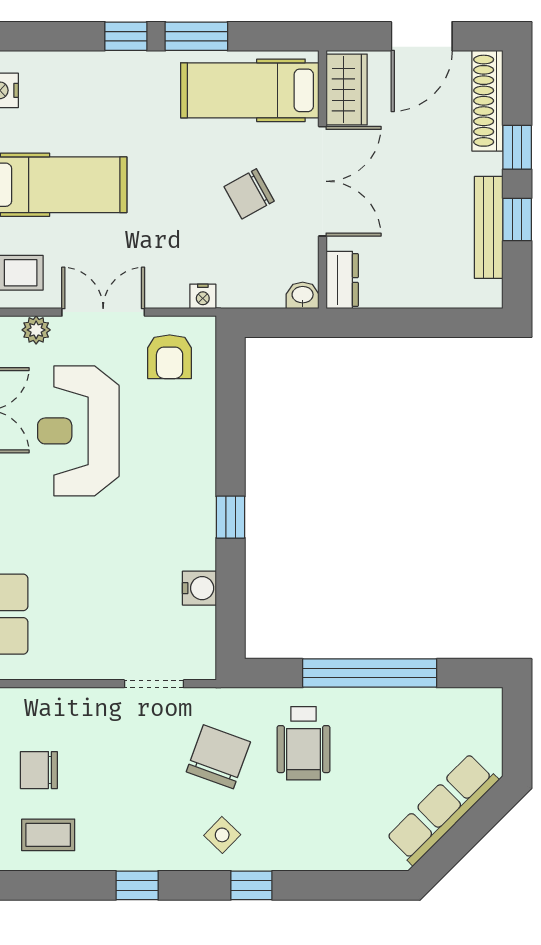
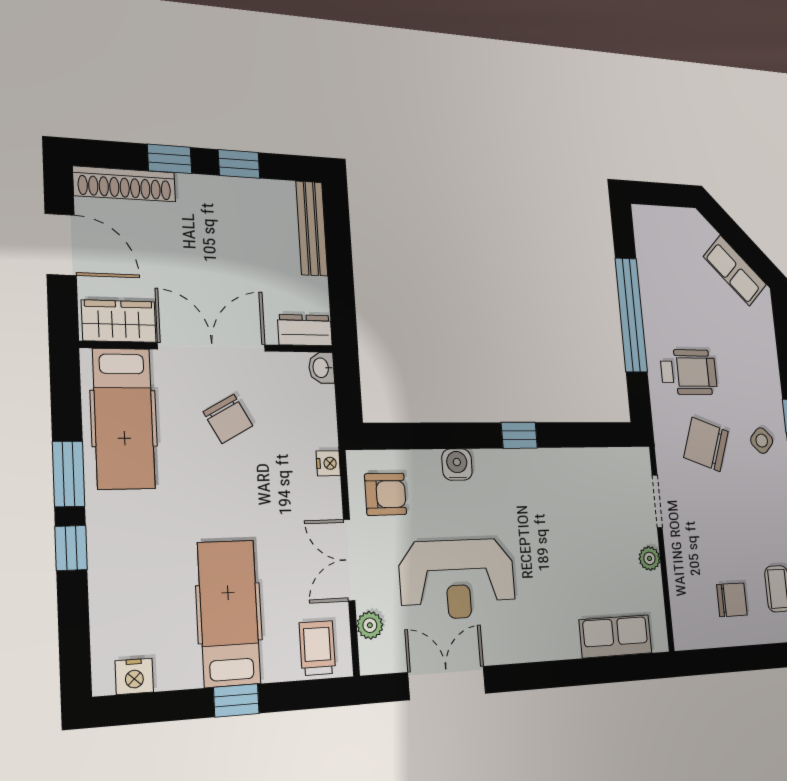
bench: (489, 227) -> (312, 228), moved, turned 90
water cooler: (199, 588) -> (457, 465), moved
plant: (90, 666) -> (649, 558), added
chair: (39, 770) -> (732, 600), turned -90
row of seats: (442, 809) -> (735, 271), width x0.68

